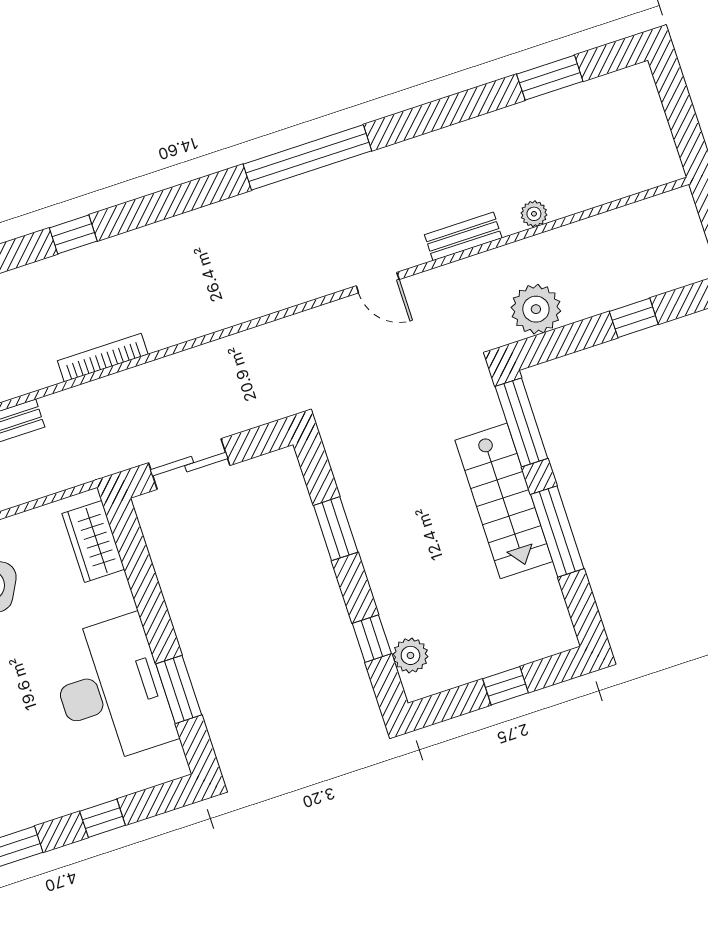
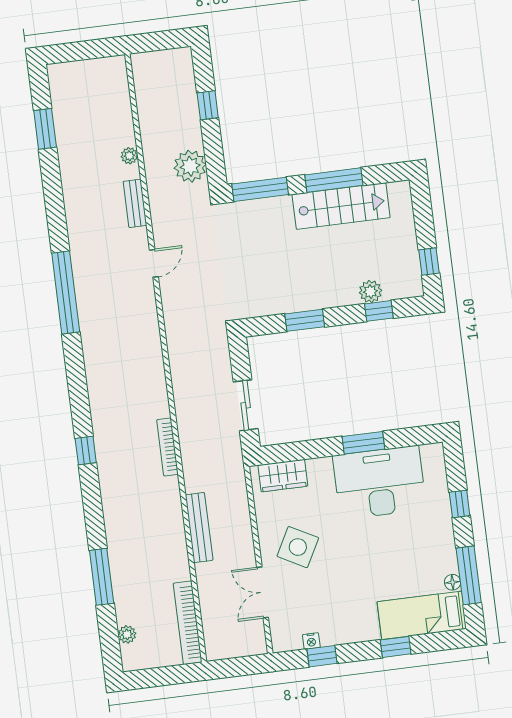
stairs: (504, 501) -> (341, 206), moved
plant: (410, 655) -> (370, 292), moved
window: (506, 686) -> (429, 262), moved
window: (179, 689) -> (363, 443), moved

